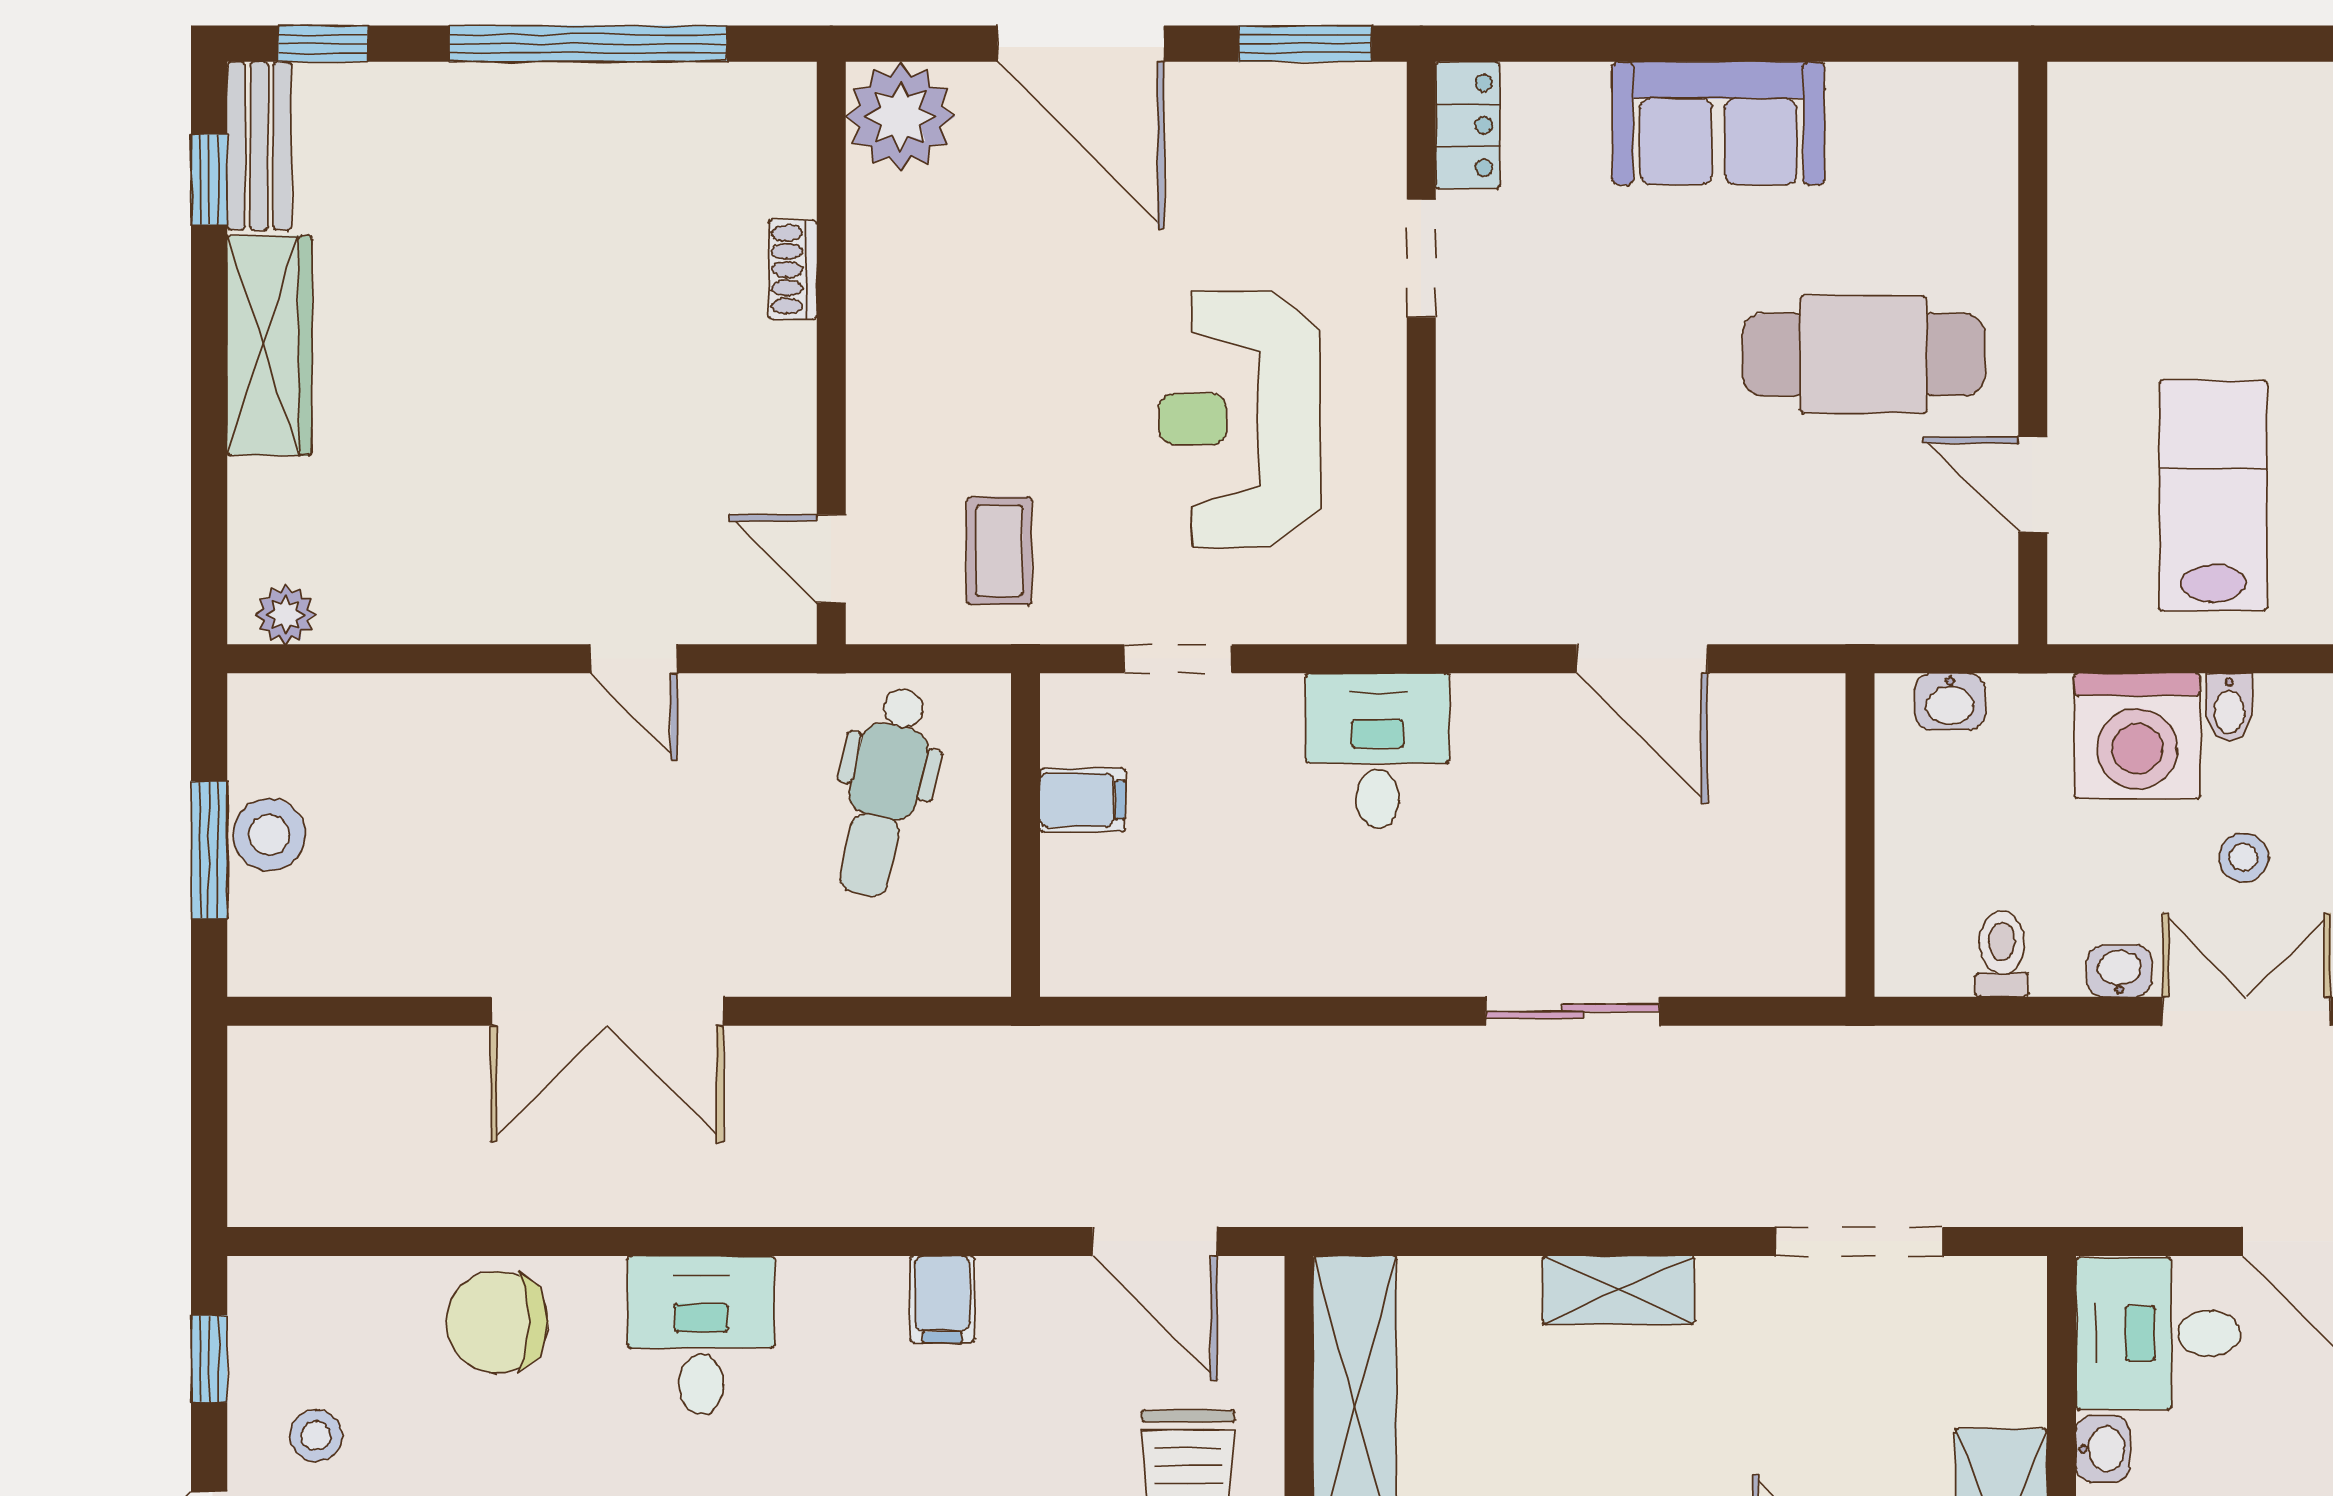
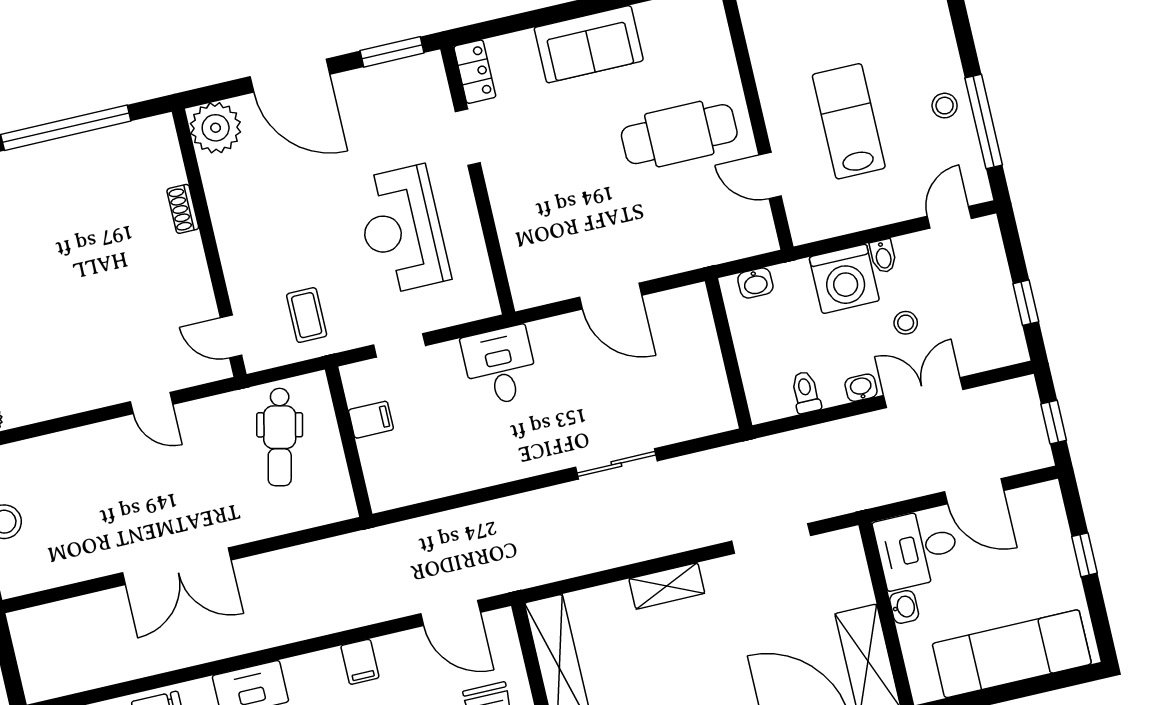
lab bench: (2213, 496) -> (849, 121), moved

